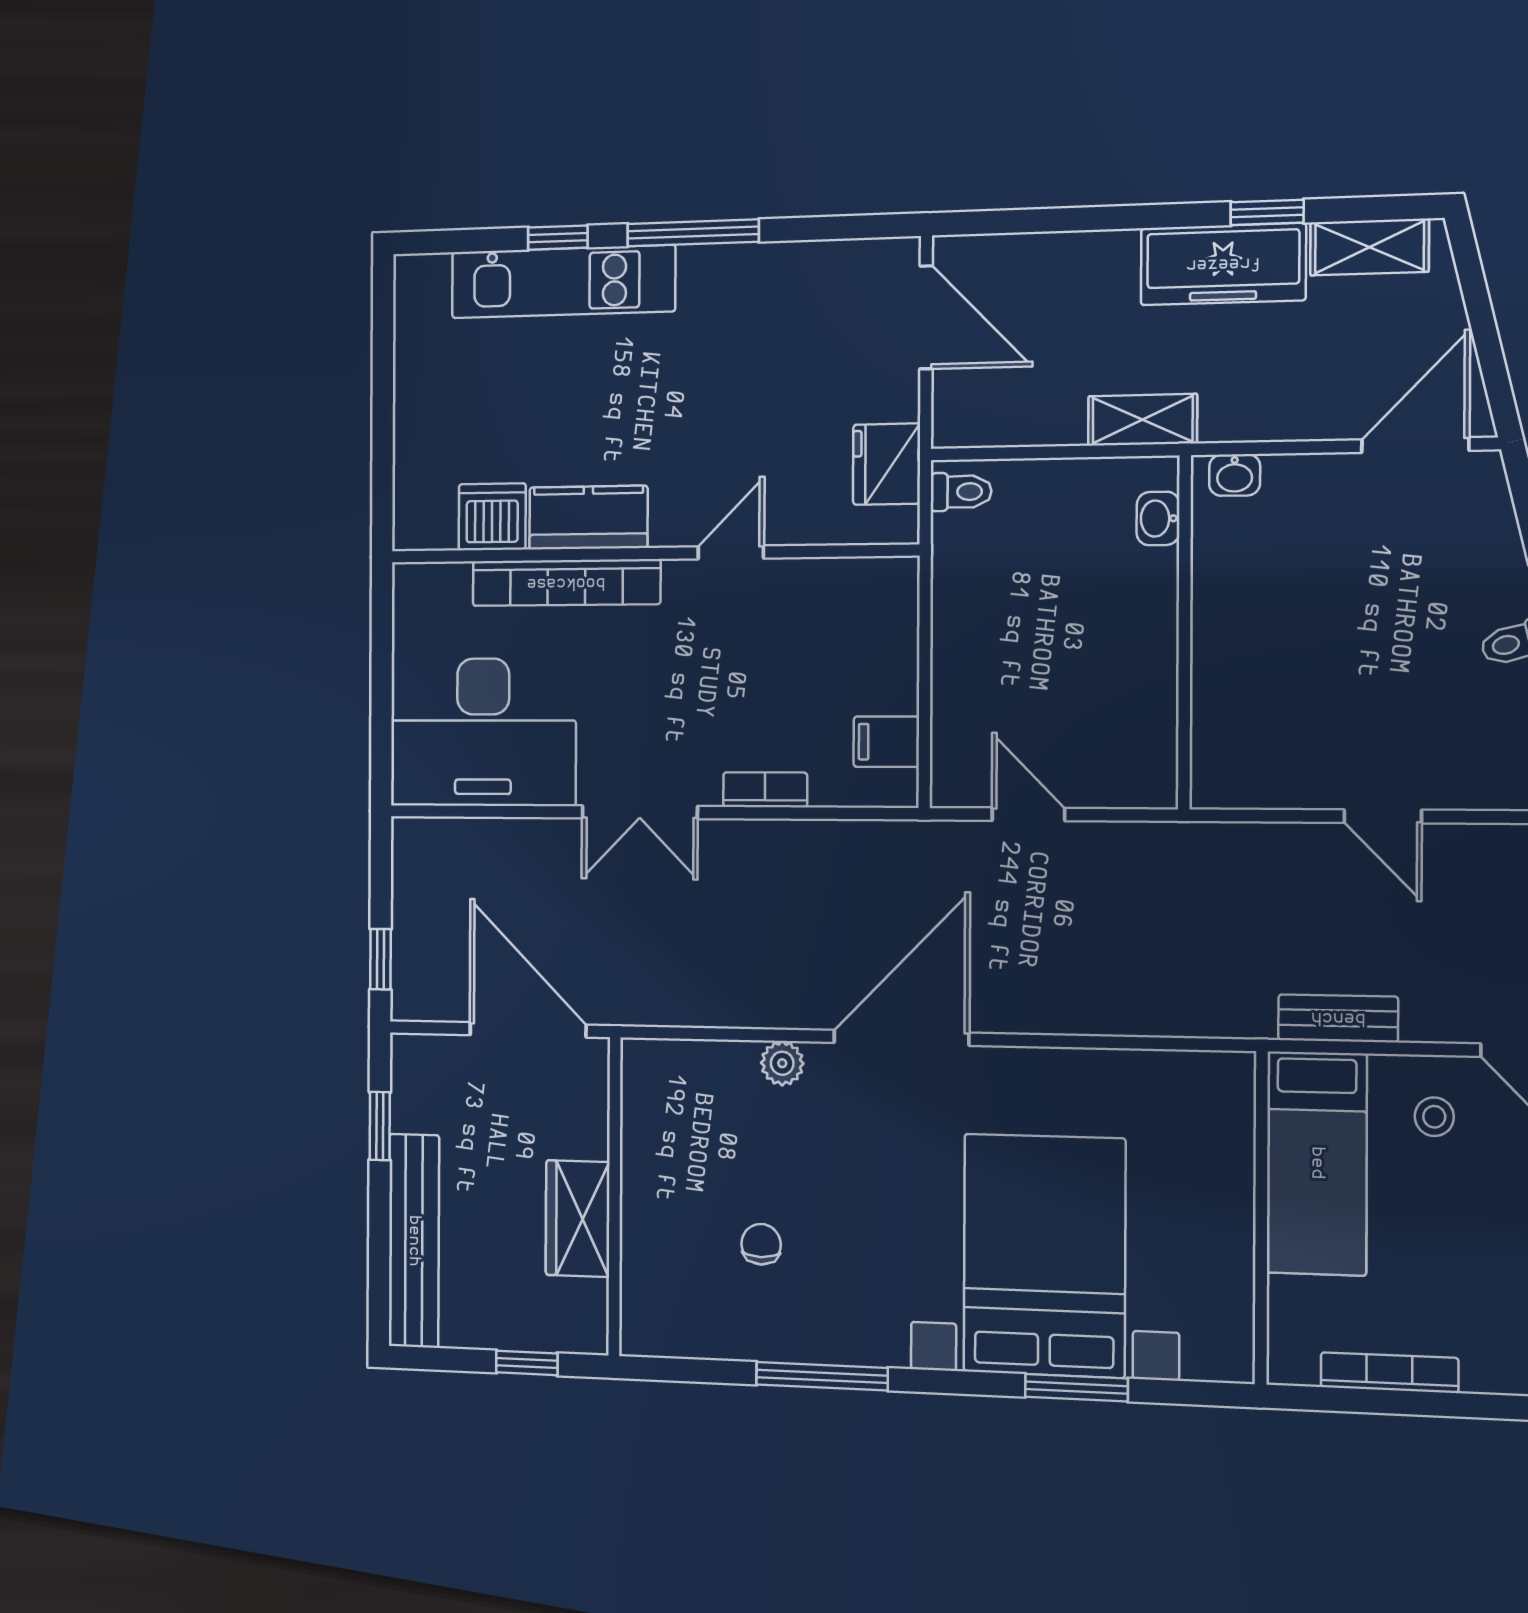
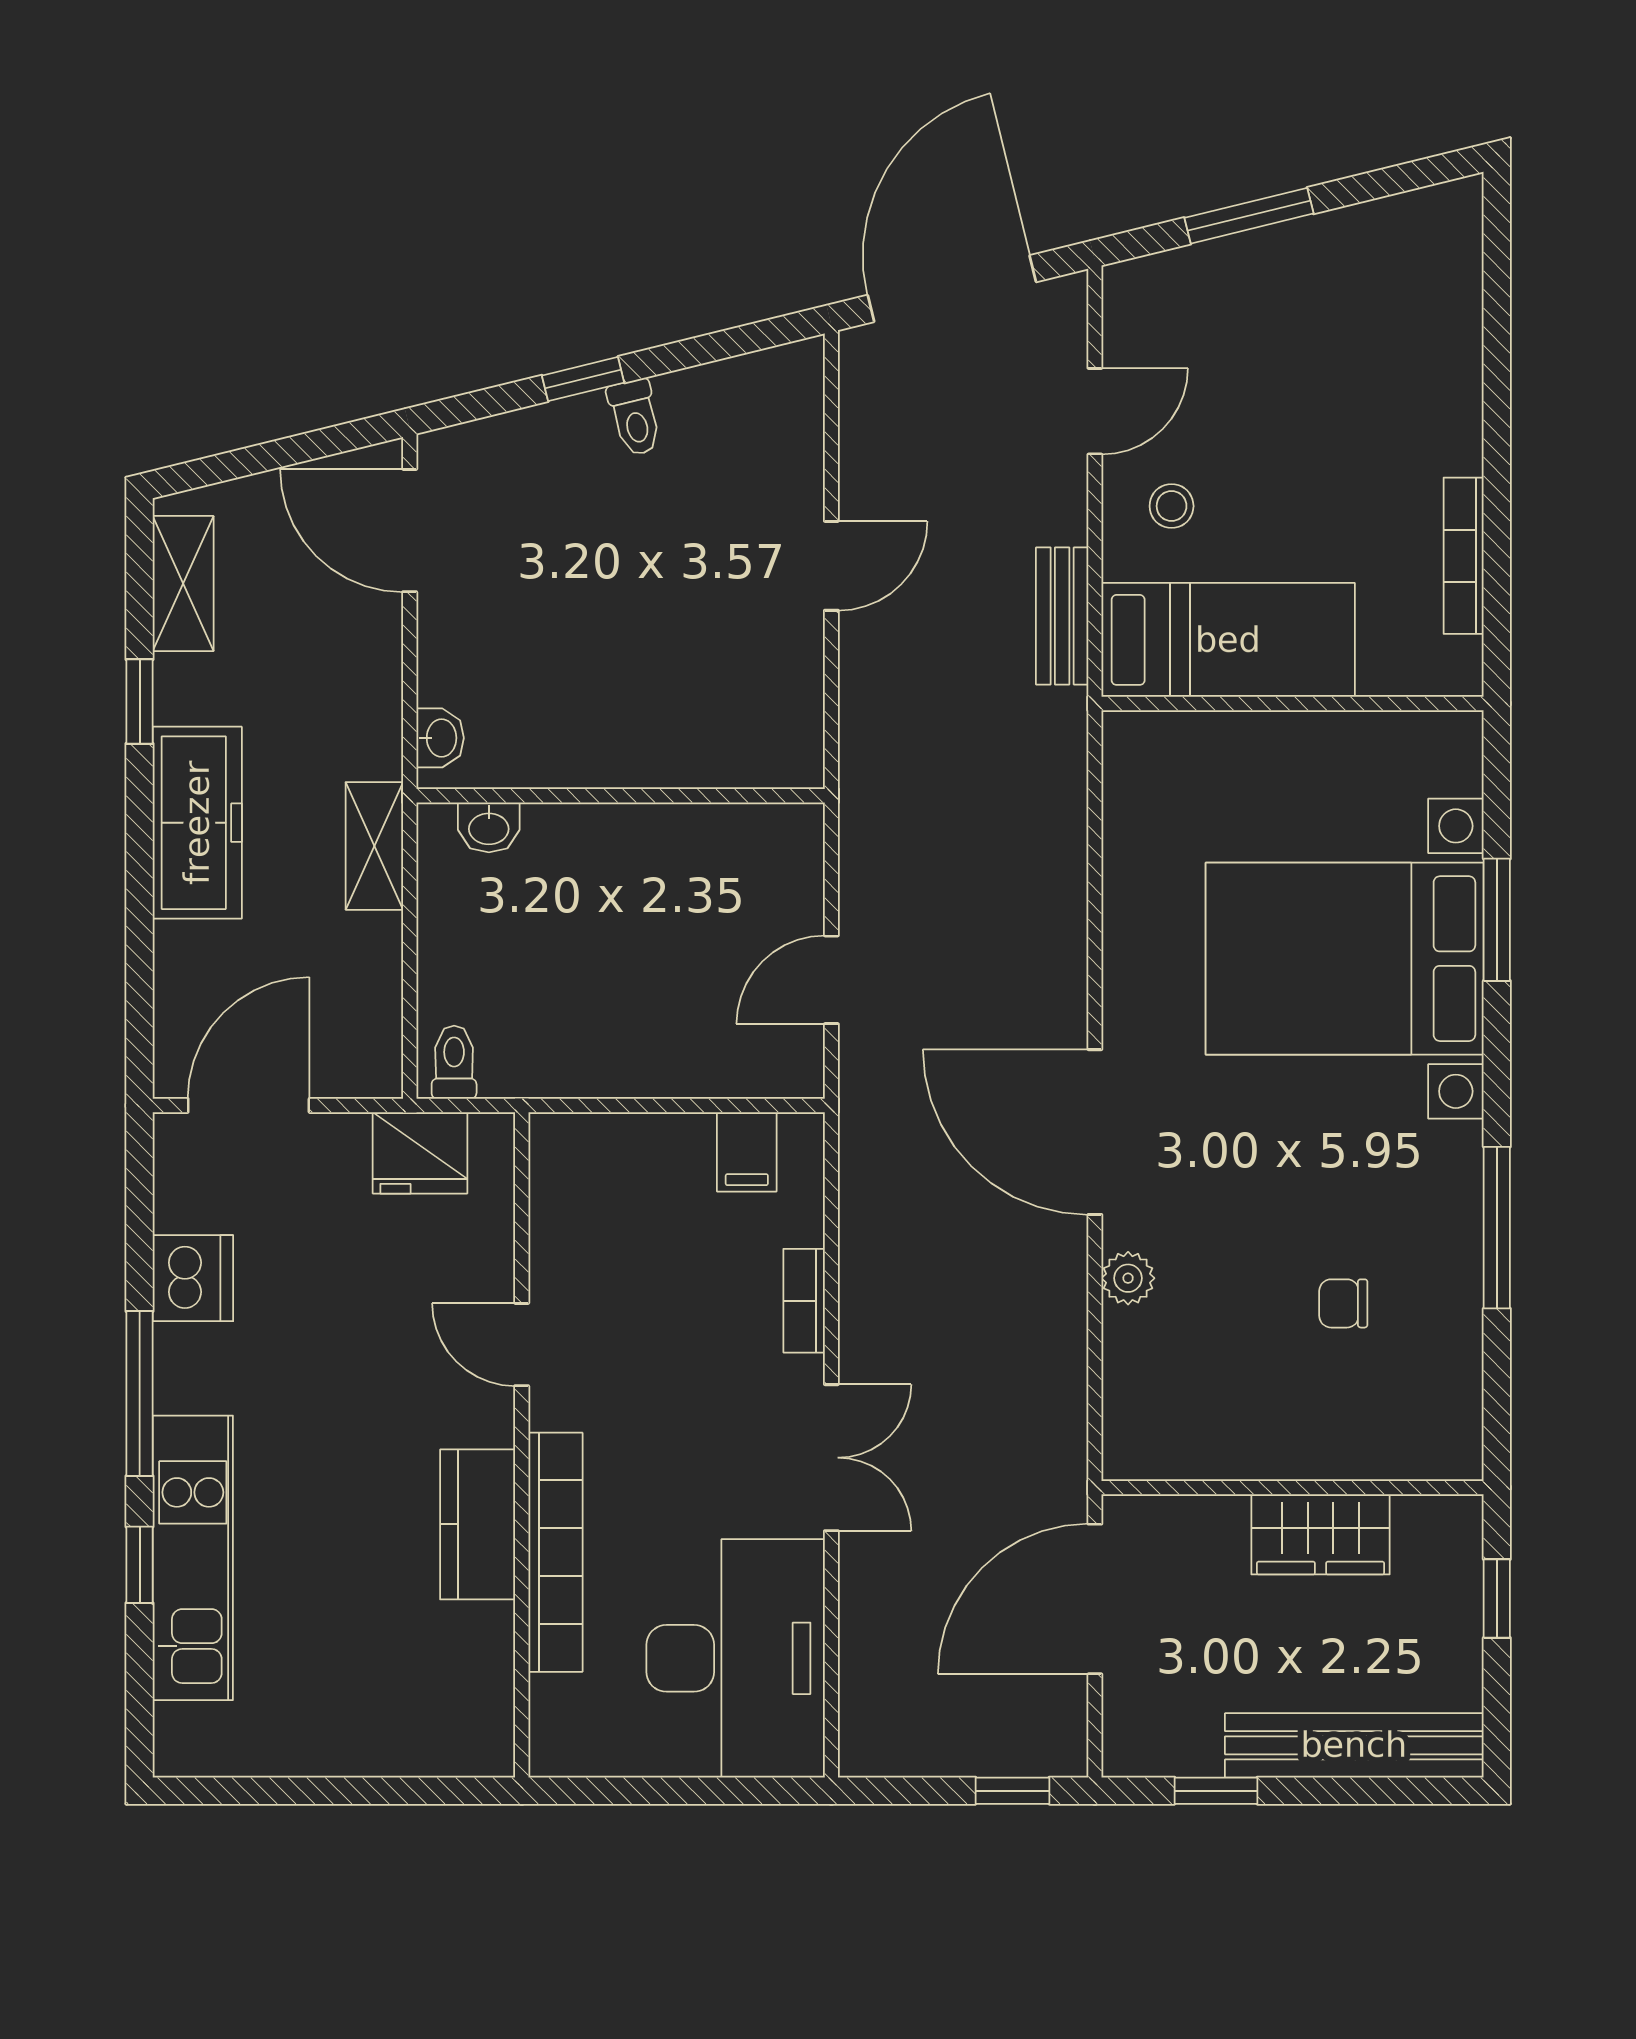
freezer: (1223, 264) -> (197, 823), moved
dishwasher: (492, 517) -> (193, 1278), moved, turned 180

